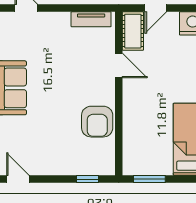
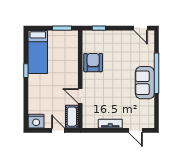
door: (156, 8) -> (58, 130), hinge flipped
tv unit: (91, 19) -> (110, 124), moved

